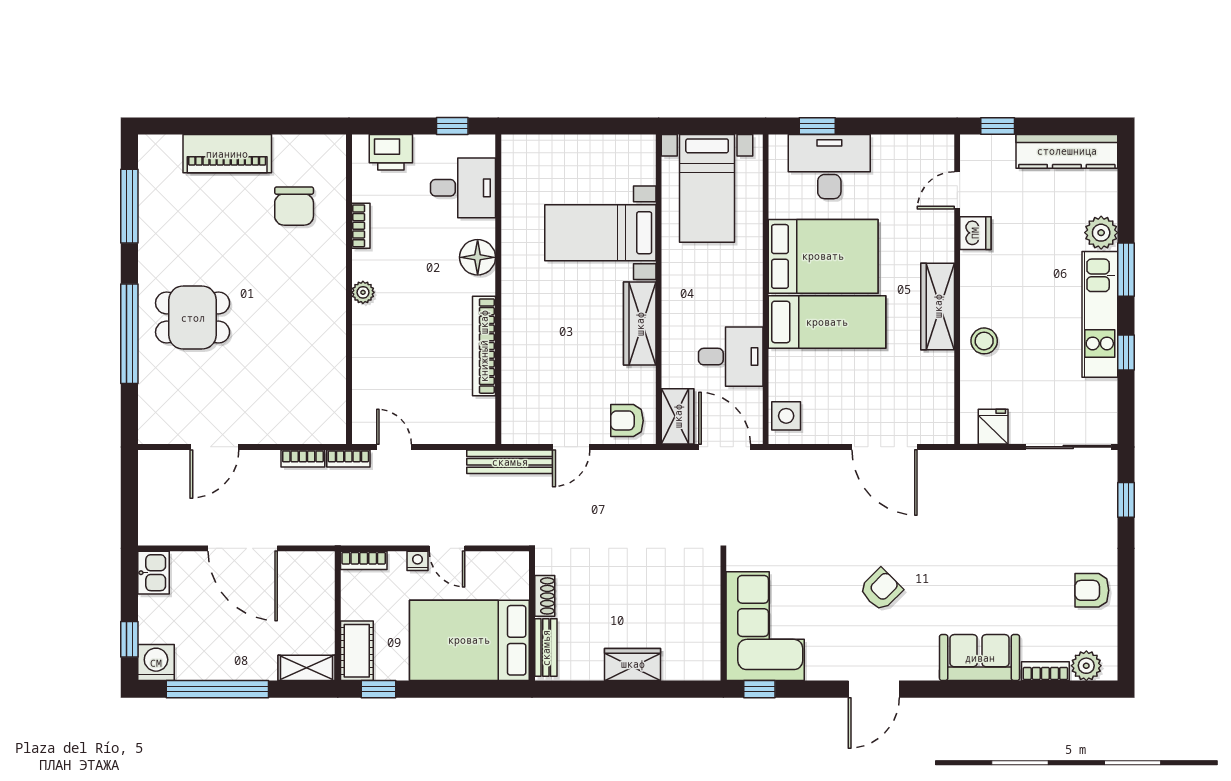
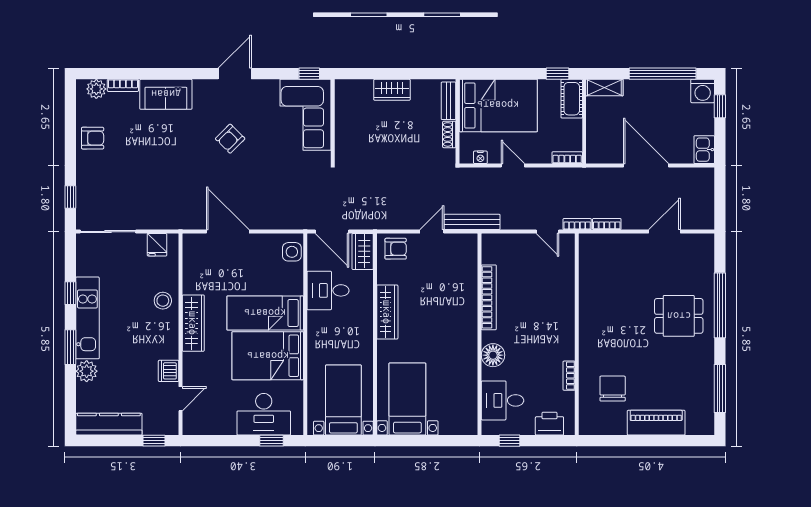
bed with nightstands: (600, 233) -> (407, 399), moved, turned -90
plant: (363, 292) -> (568, 332), removed
nightstand: (418, 561) -> (480, 157), moved

